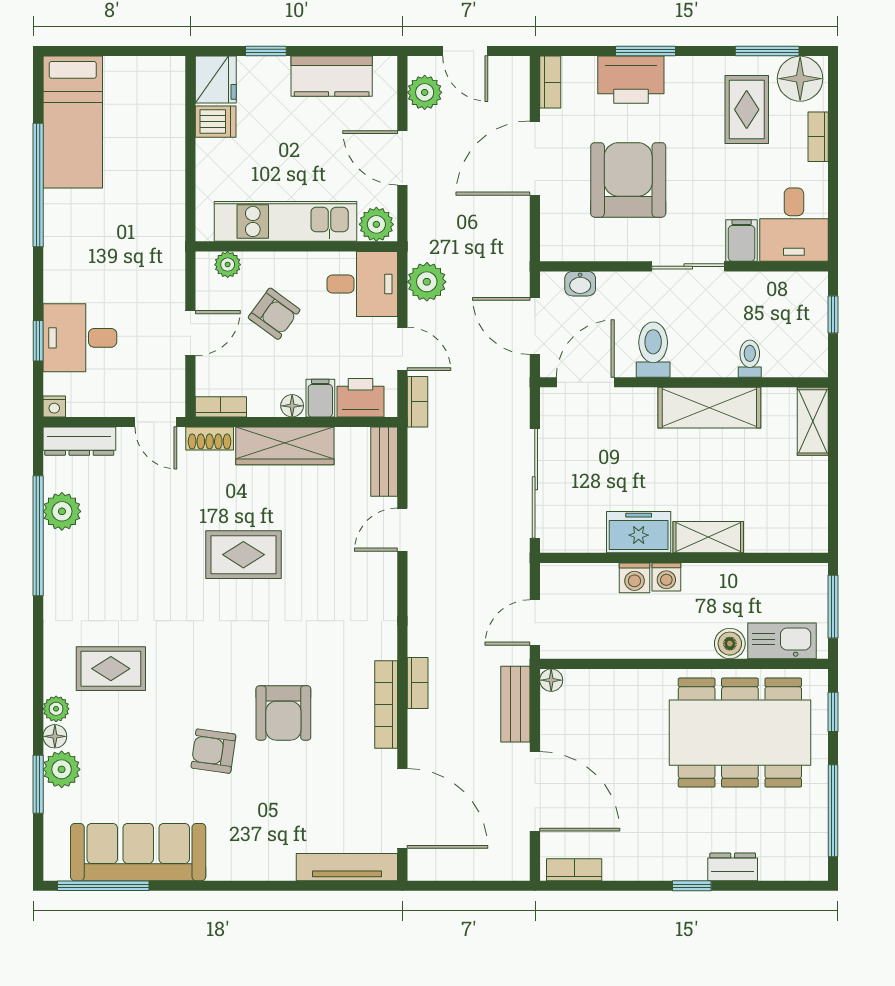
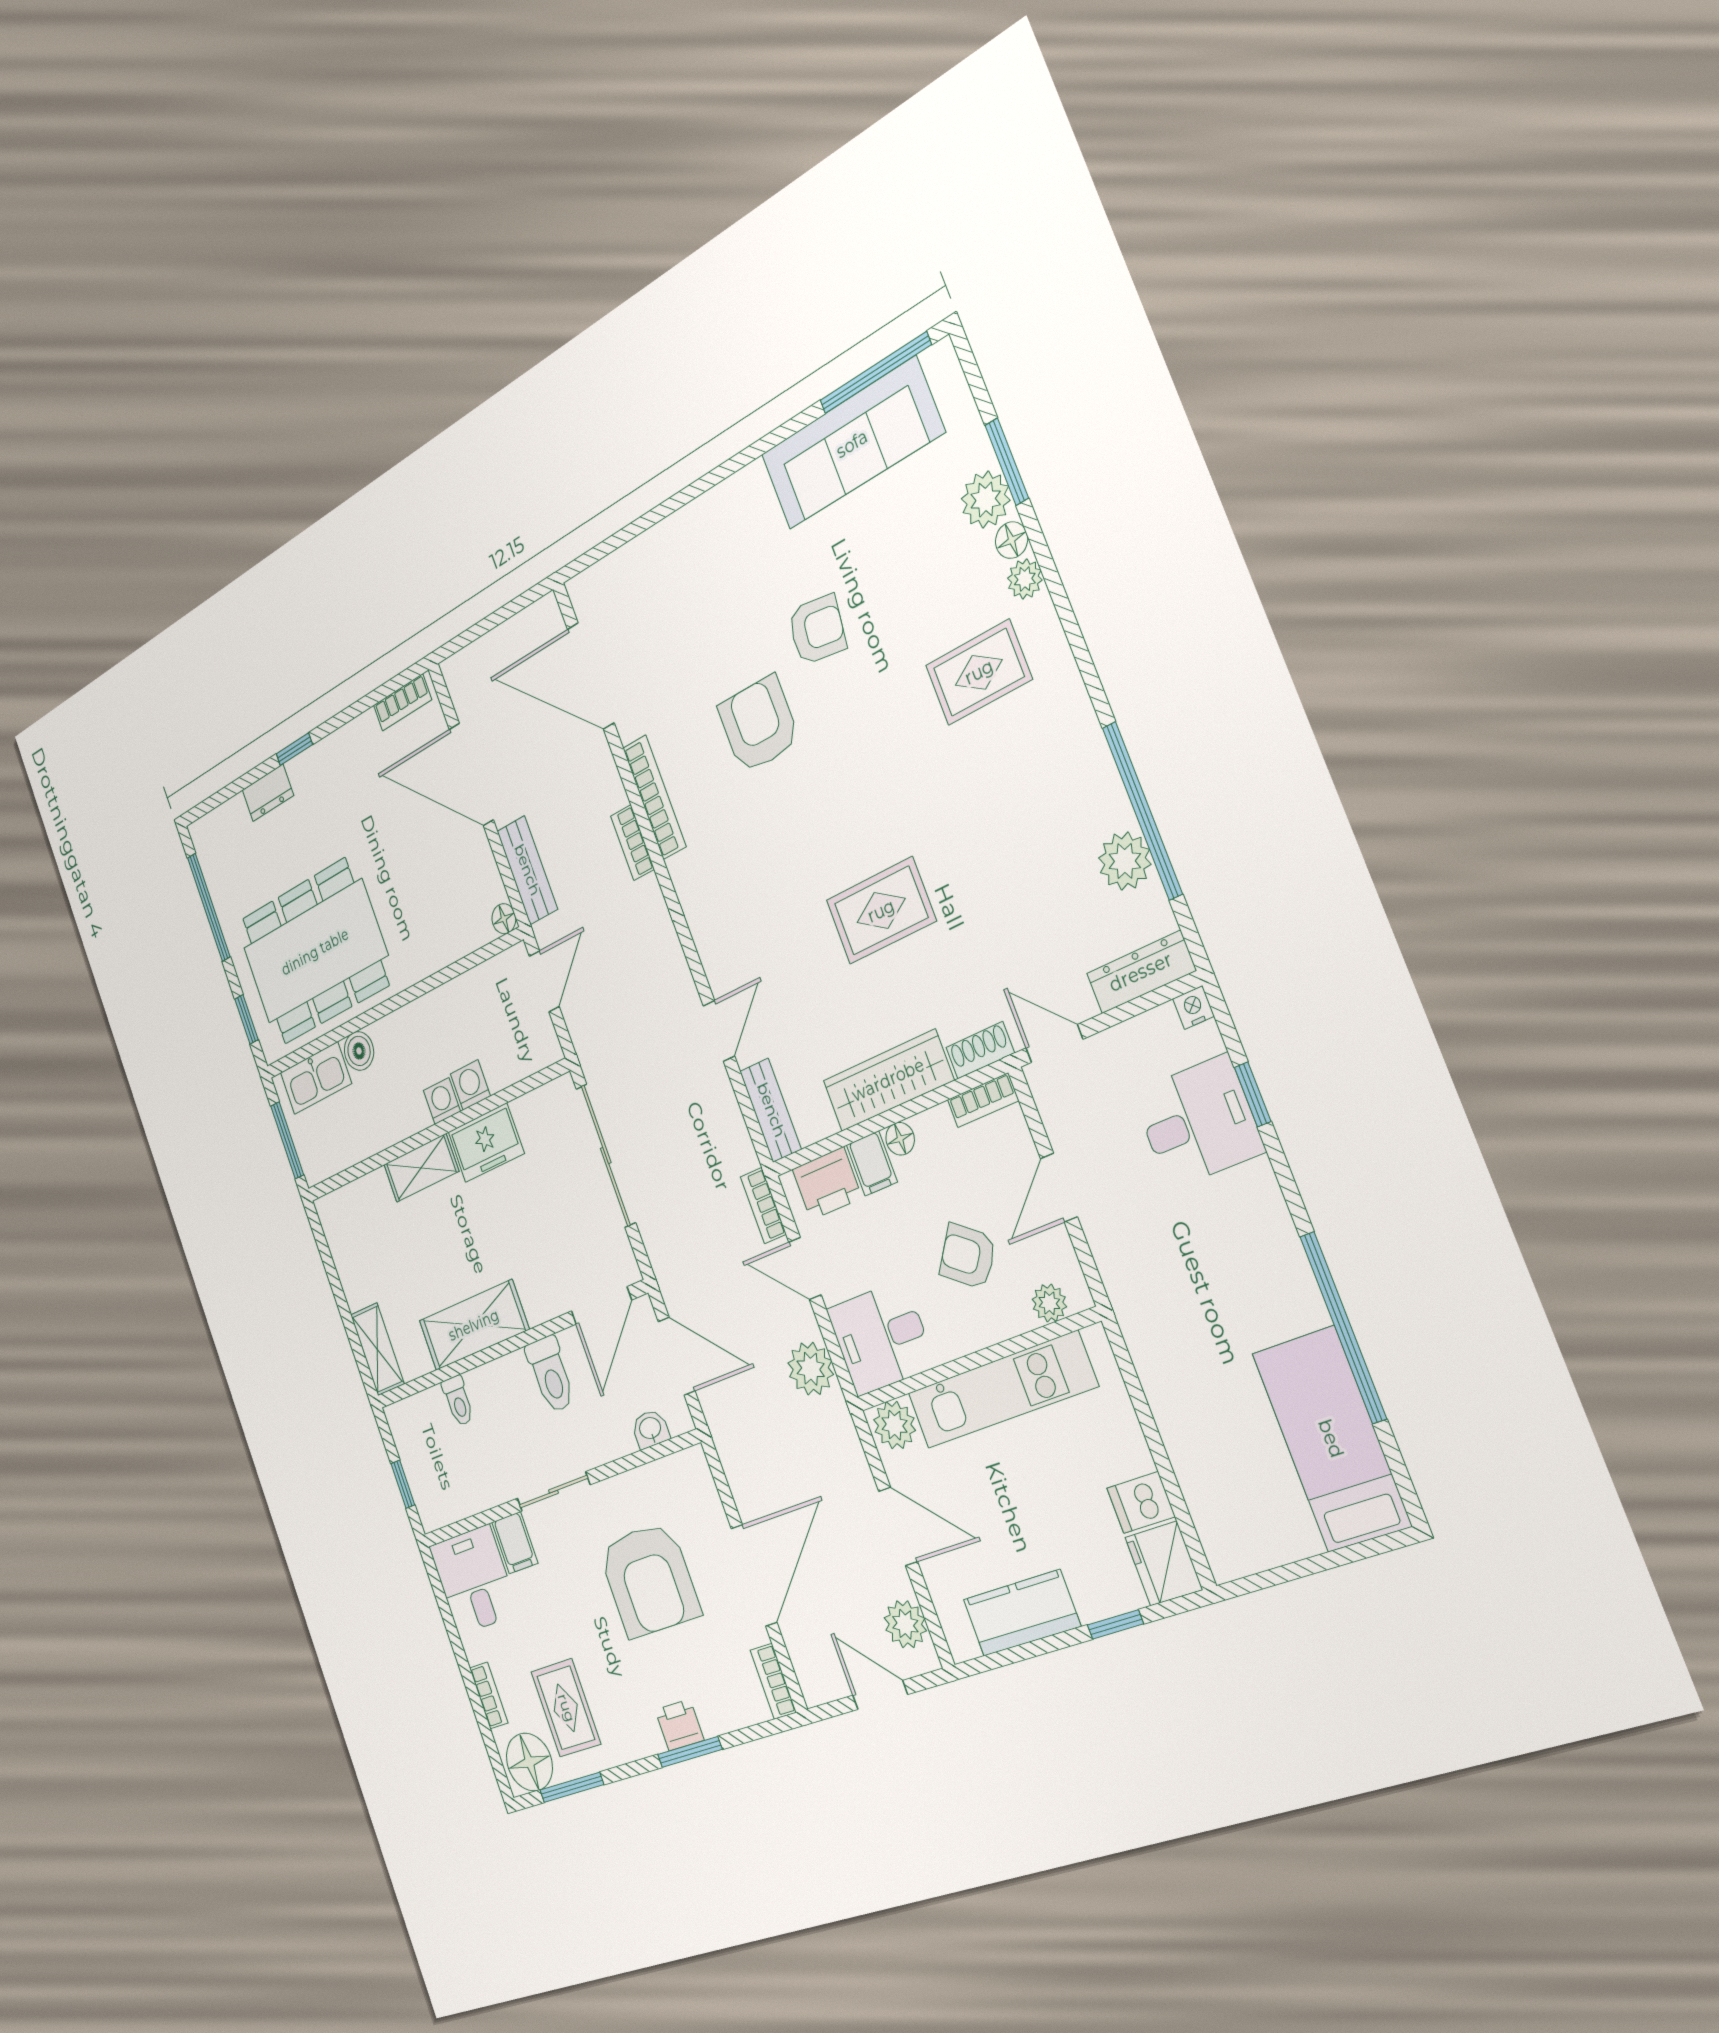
printer: (631, 80) -> (679, 1725), width x0.53, depth x0.68
tv unit: (347, 867) -> (620, 567), removed

